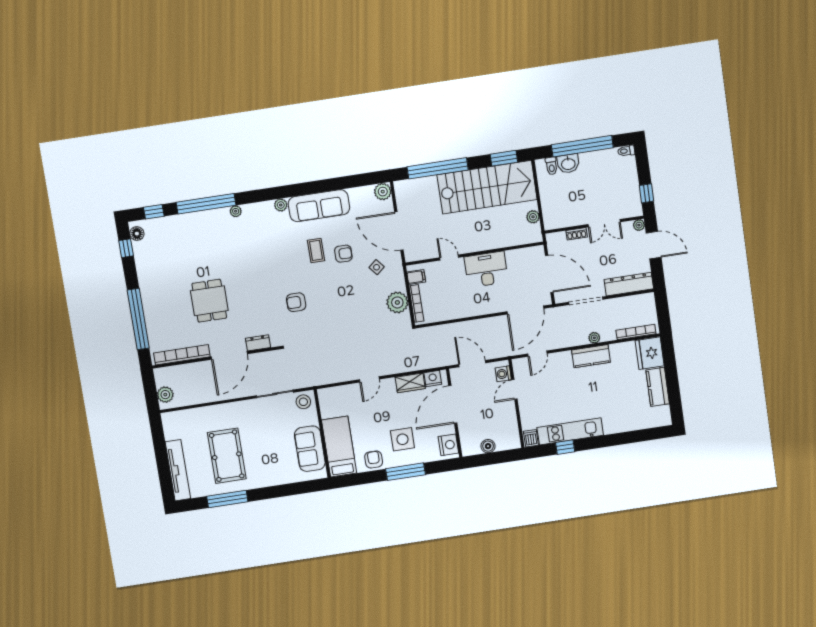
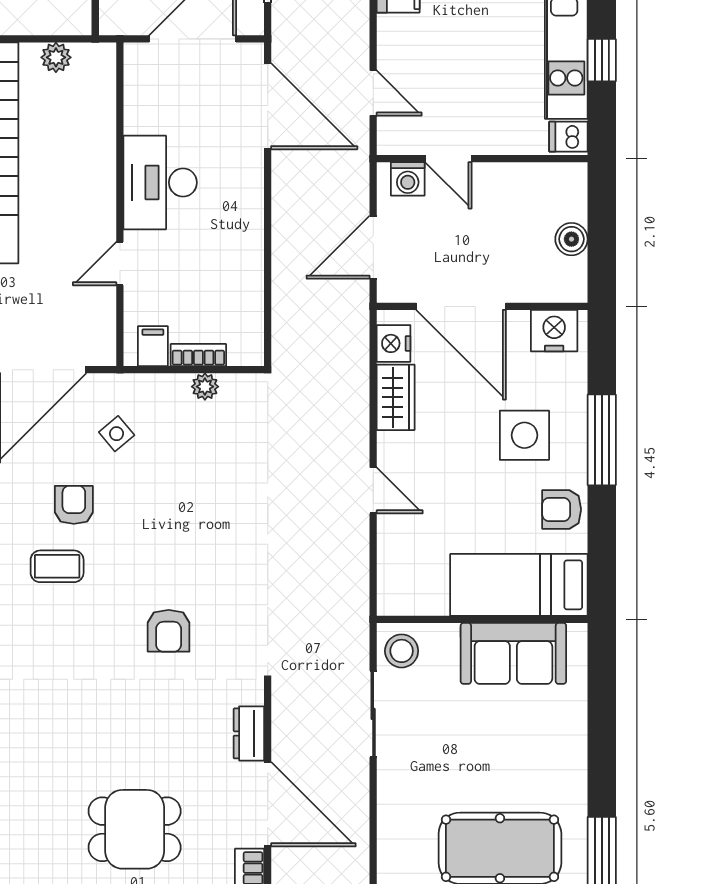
plant: (397, 302) -> (205, 387), width x0.53, depth x0.53
bookcase: (416, 303) -> (198, 355), width x0.64

